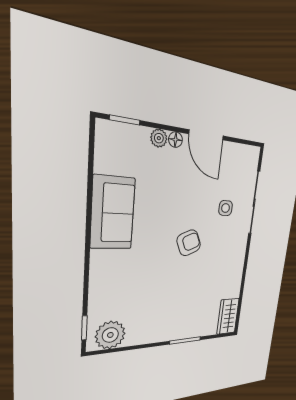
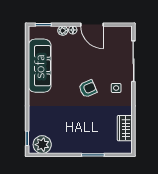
side table: (226, 208) -> (116, 88), moved
sofa: (113, 213) -> (40, 66), width x1.36
wardrobe: (228, 316) -> (125, 128), moved

